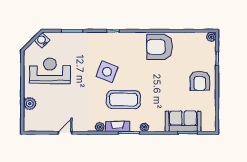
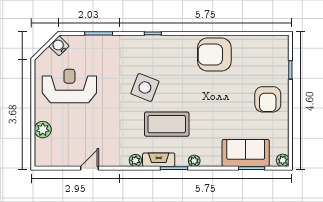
plant: (211, 37) -> (283, 160), moved

